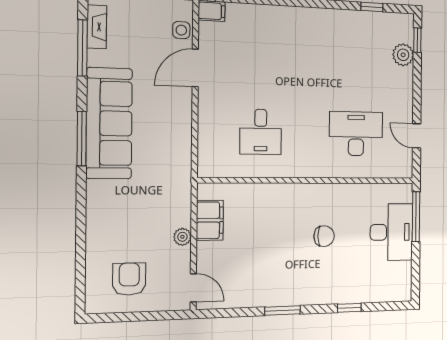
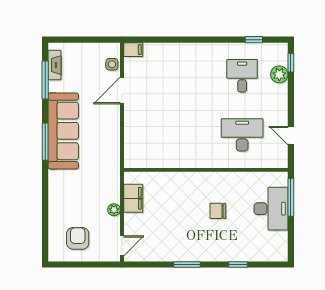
desk: (261, 132) -> (242, 76), moved, turned 180
chair: (324, 236) -> (218, 211), turned 180
door: (193, 288) -> (122, 246), hinge flipped

